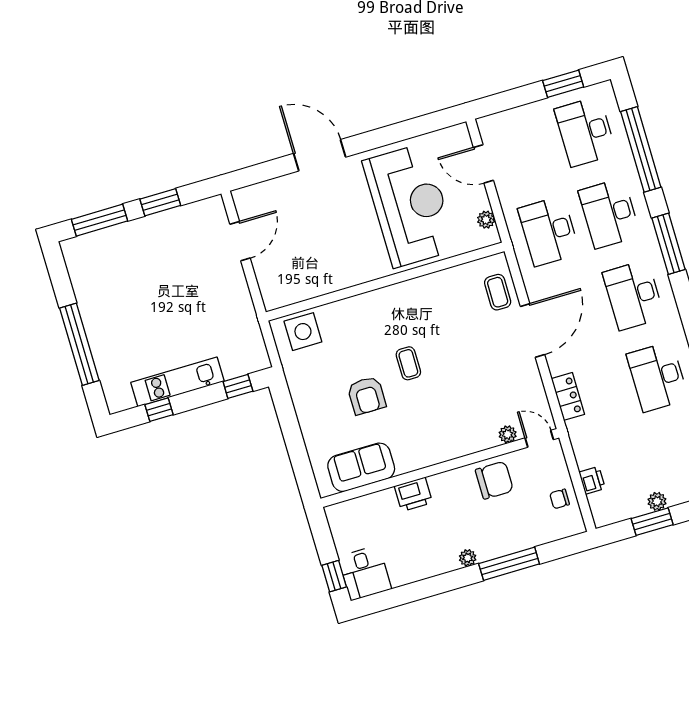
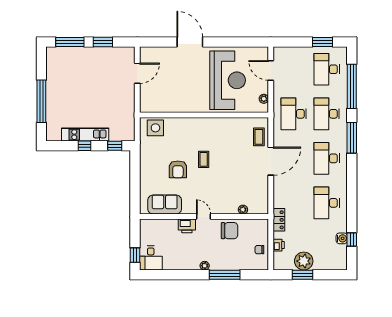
locker: (568, 396) -> (279, 220), moved
window: (159, 410) -> (85, 146), moved
door: (539, 439) -> (204, 217), moved
plant: (657, 501) -> (304, 261), width x1.87, depth x1.87

